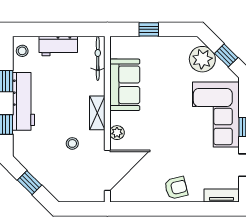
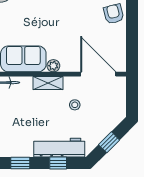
workbench: (23, 101) -> (59, 148), moved
plant: (117, 133) -> (53, 66), moved

